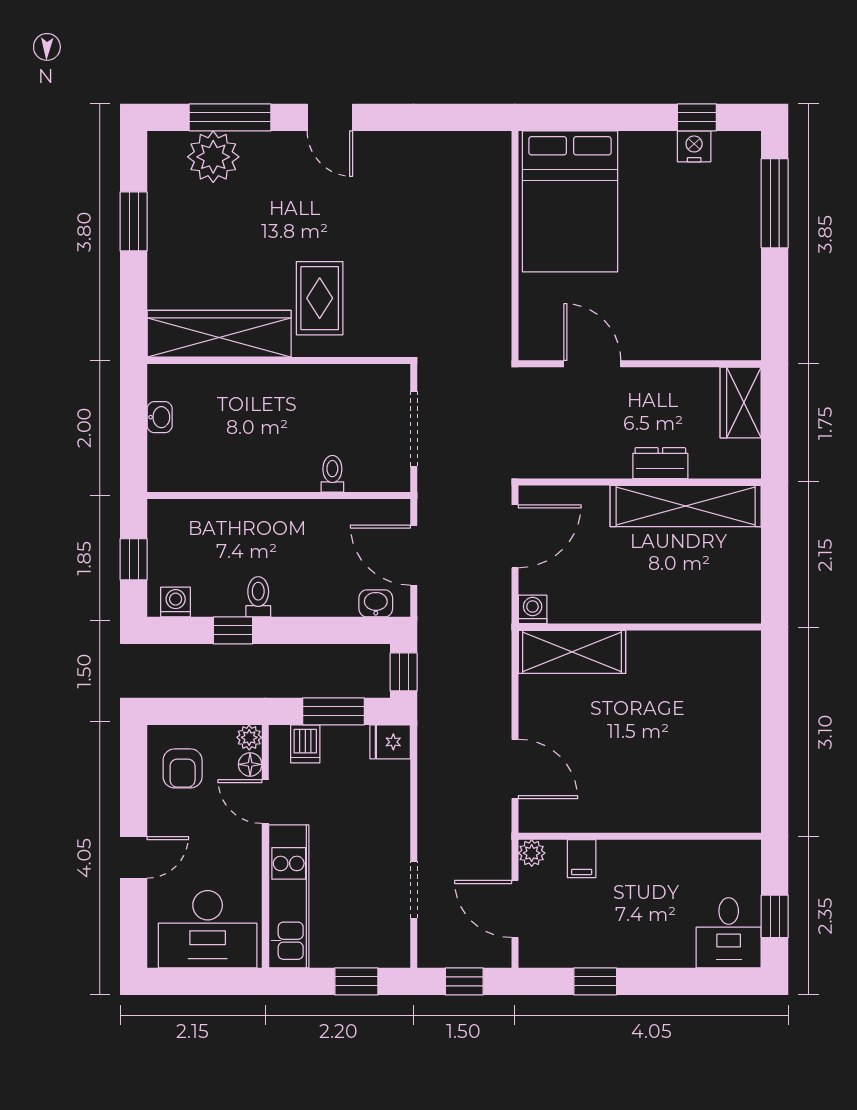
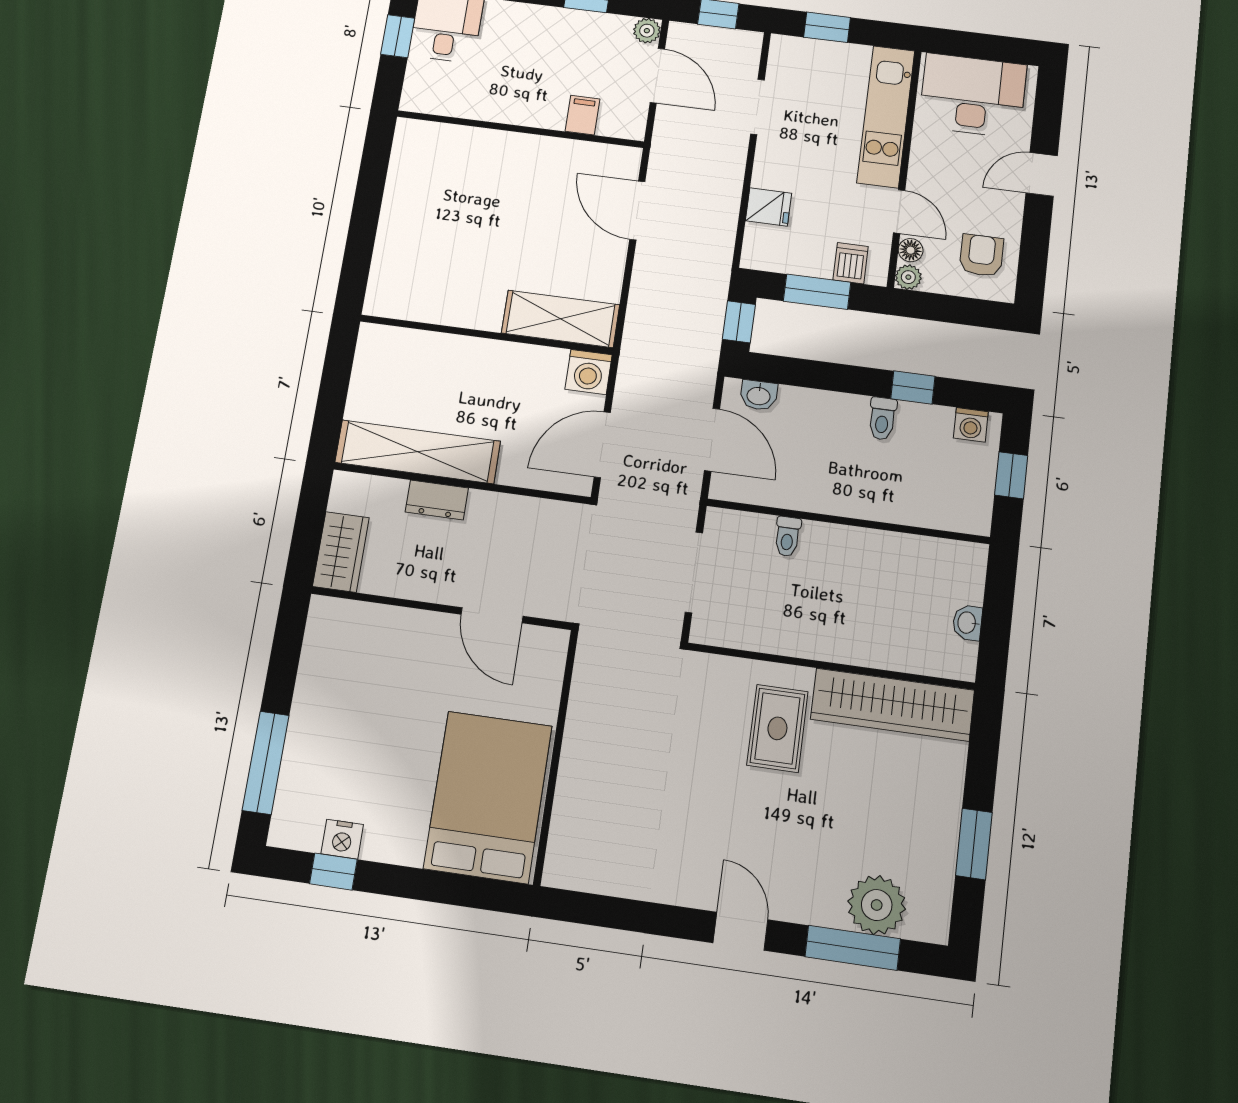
washing machine: (533, 609) -> (589, 372), width x1.38, depth x1.38
fridge: (390, 742) -> (769, 207), moved
plant: (532, 853) -> (647, 31), moved

